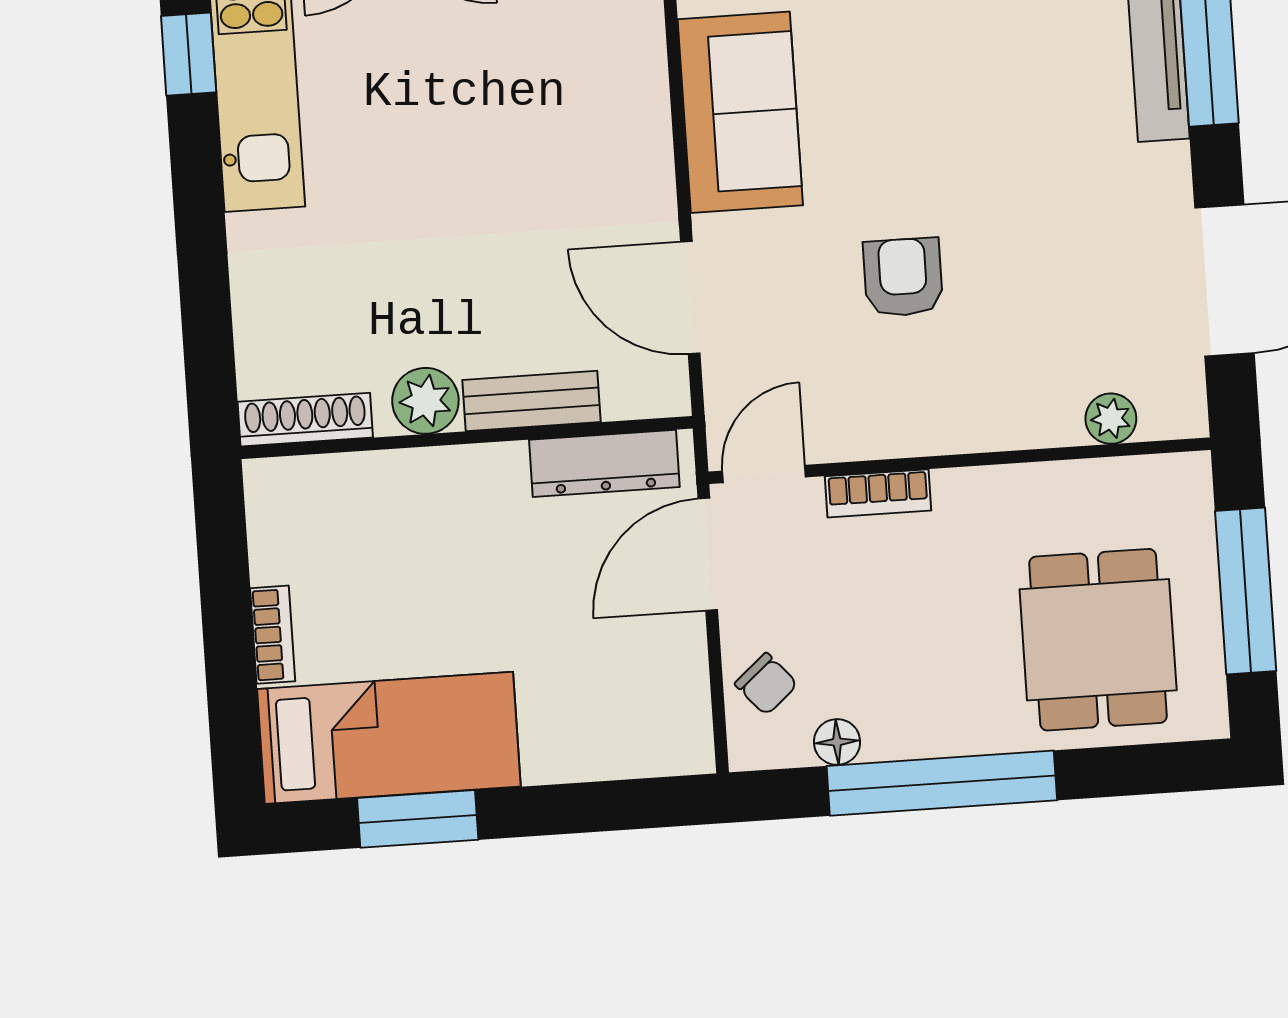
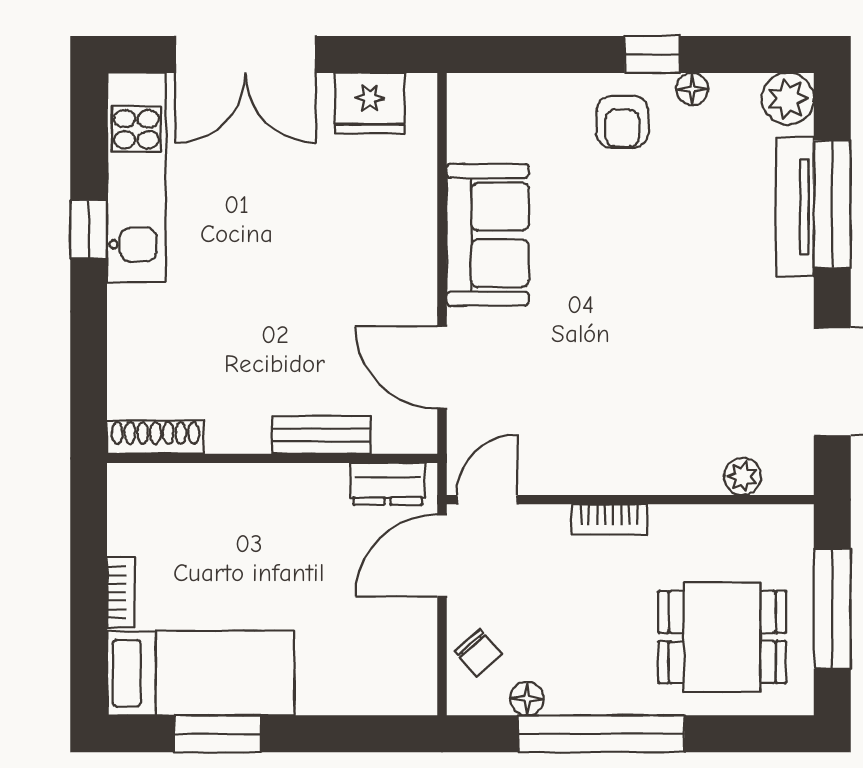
window: (189, 54) -> (89, 230), moved
armchair: (903, 277) -> (598, 363), removed
plant: (425, 401) -> (244, 430), removed
dresser: (604, 463) -> (388, 484), width x0.70
bookcase: (878, 493) -> (609, 519), moved
dining table: (1098, 640) -> (722, 637), turned 90

